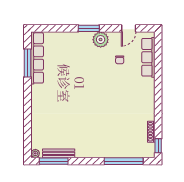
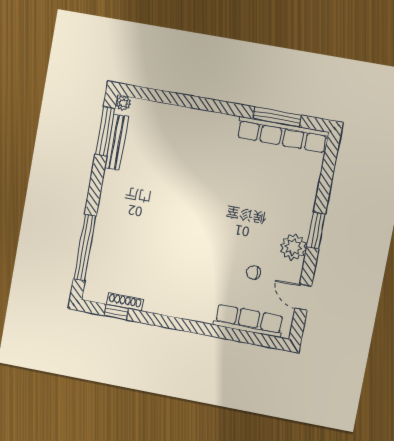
window: (158, 146) -> (116, 312), moved

